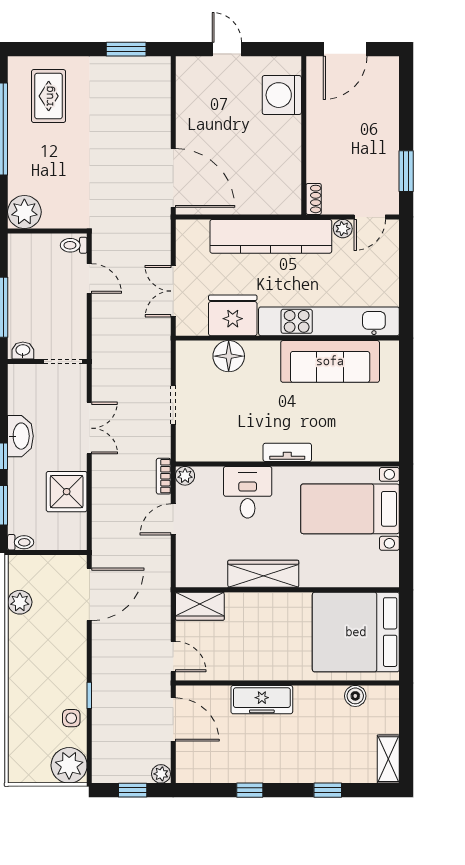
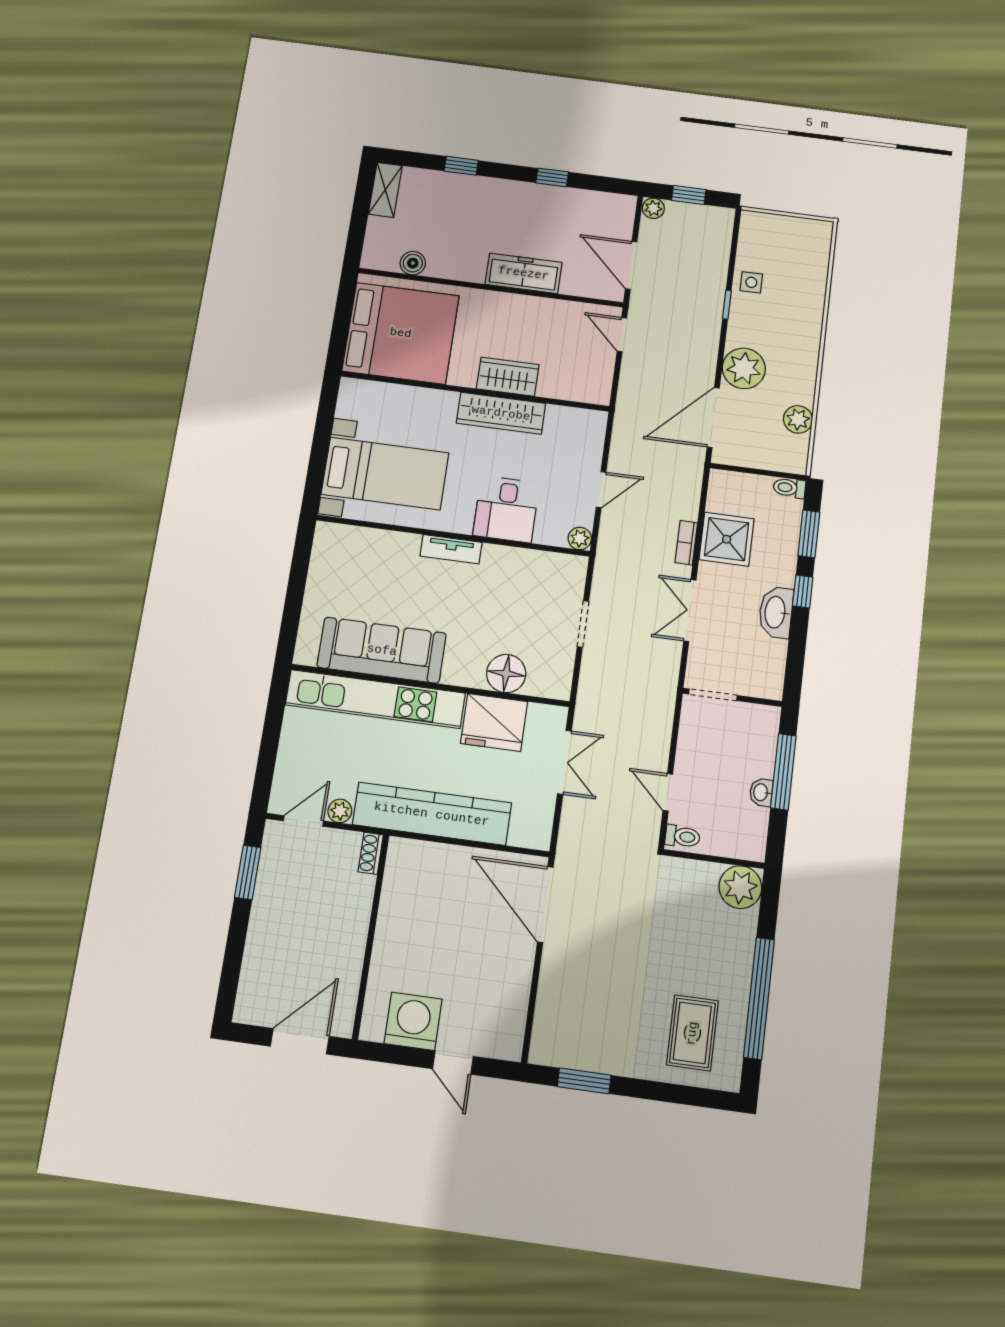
washing machine: (282, 95) -> (413, 1021), moved, turned -90
washbasin: (23, 350) -> (761, 792), moved, turned 90
bookcase: (164, 476) -> (686, 543), moved, turned 180
wardrobe: (200, 606) -> (508, 377), moved
plant: (69, 765) -> (744, 368), moved

